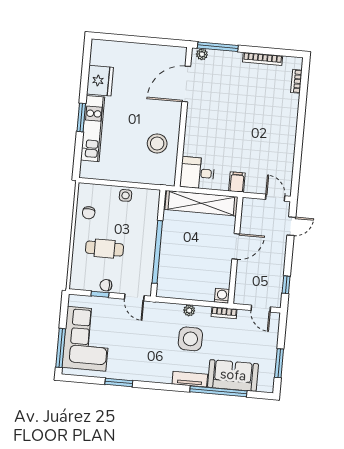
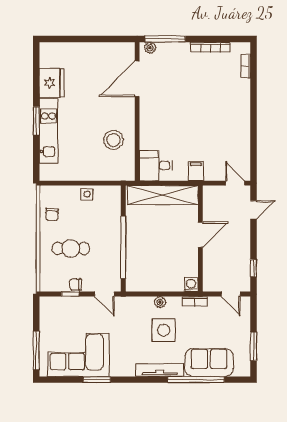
corner sofa: (87, 339) -> (79, 355), moved, turned -90
tv unit: (190, 379) -> (160, 370), width x1.41

